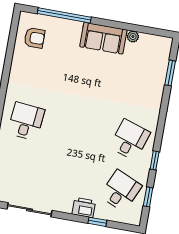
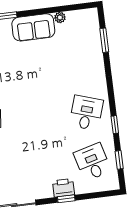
desk: (121, 191) -> (92, 162), turned -39
window: (97, 222) -> (66, 199), moved

